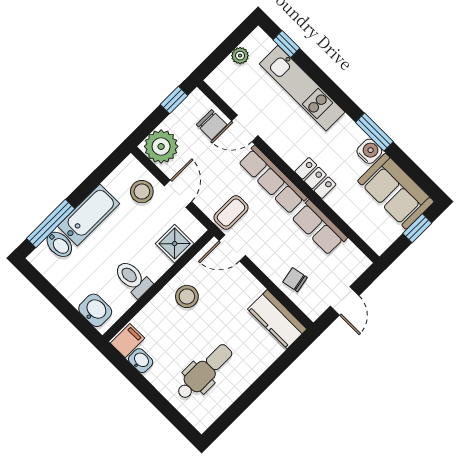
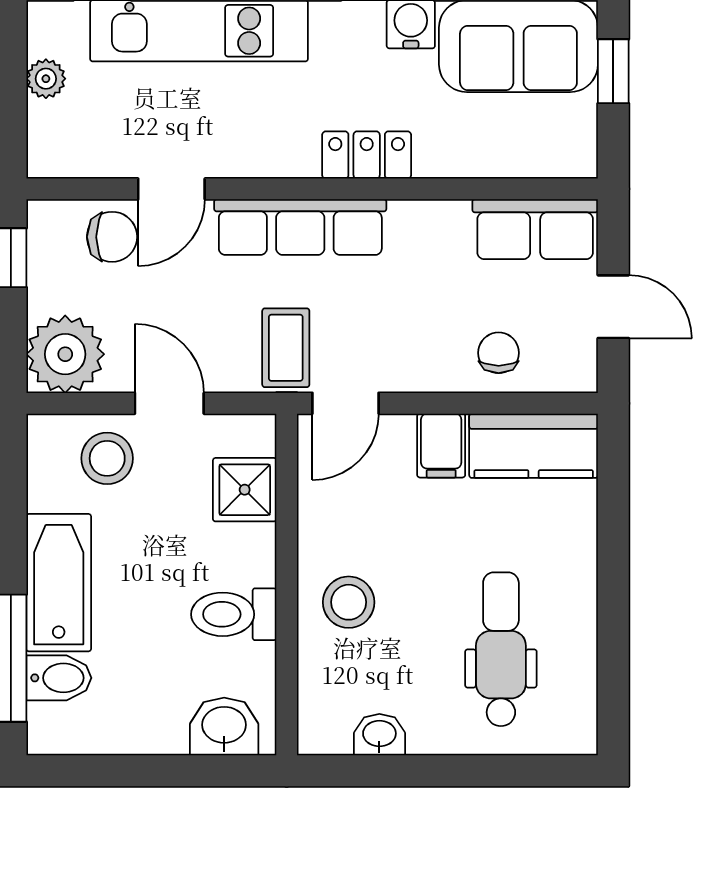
row of seats: (319, 228) -> (535, 229), moved
chair: (295, 280) -> (499, 353), turned 101
stool: (187, 296) -> (349, 602), moved
filing cabinet: (127, 341) -> (441, 446), moved, turned 180

